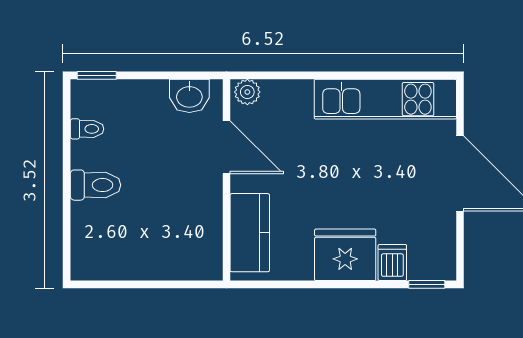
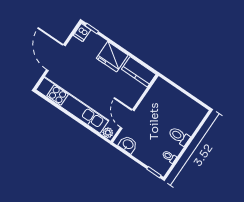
kitchen unit: (385, 99) -> (72, 105), width x1.36
kitchen counter: (250, 233) -> (139, 72), moved, turned -90
dishwasher: (392, 262) -> (82, 32), moved

